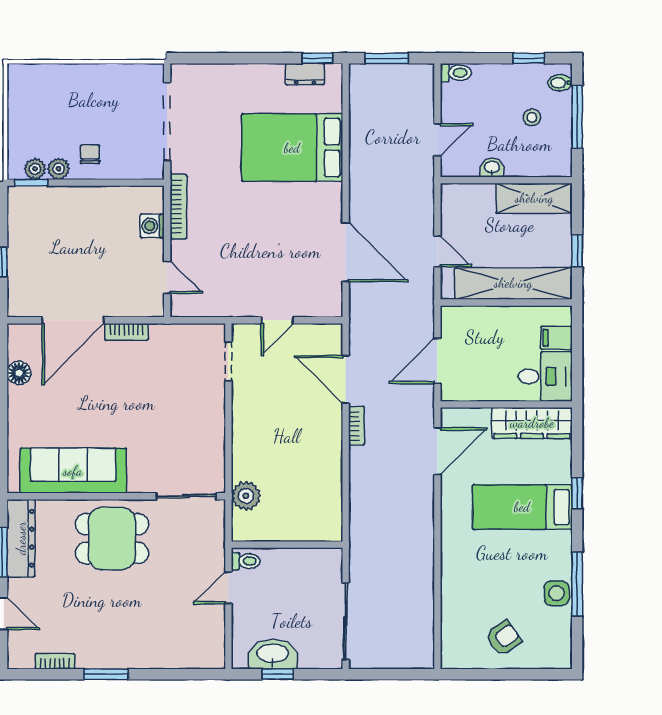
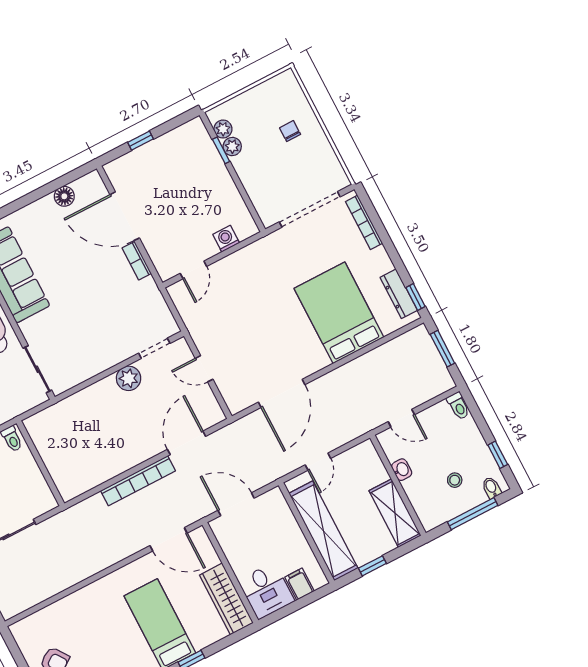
dresser: (305, 74) -> (399, 294), width x1.44
chair: (90, 154) -> (290, 131), moved, turned -90
window: (31, 183) -> (221, 150), moved
bookcase: (178, 207) -> (364, 222), moved, turned 90
bookcase: (356, 426) -> (138, 481), width x2.31, depth x1.31
plant: (246, 496) -> (129, 378), moved

